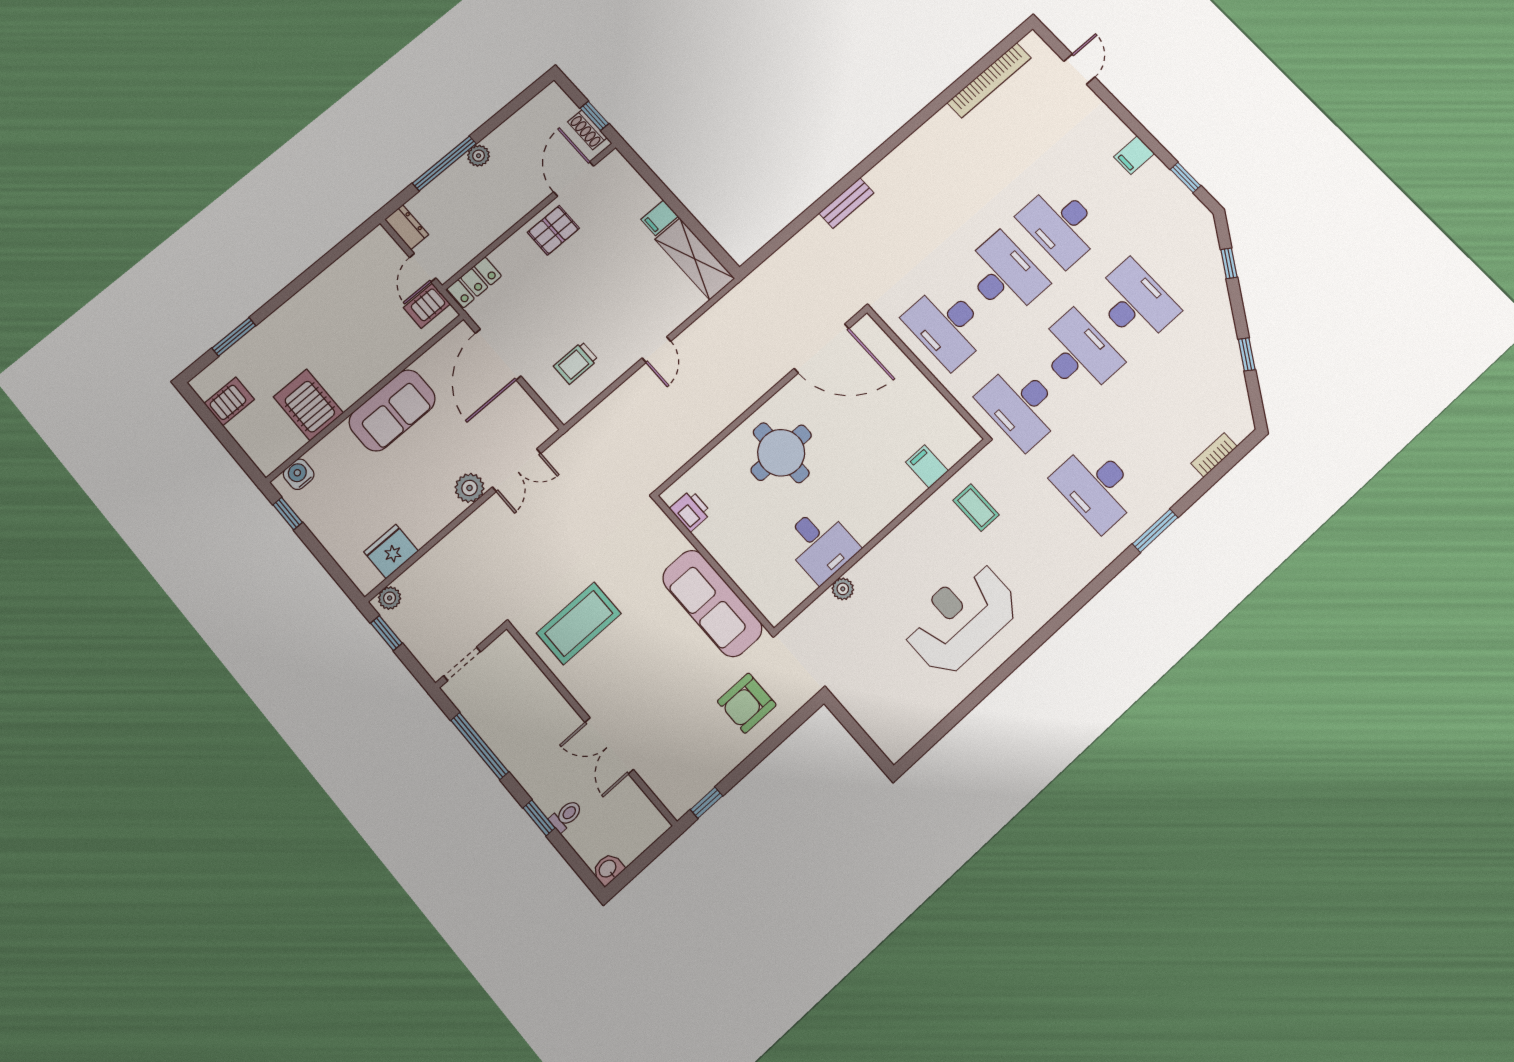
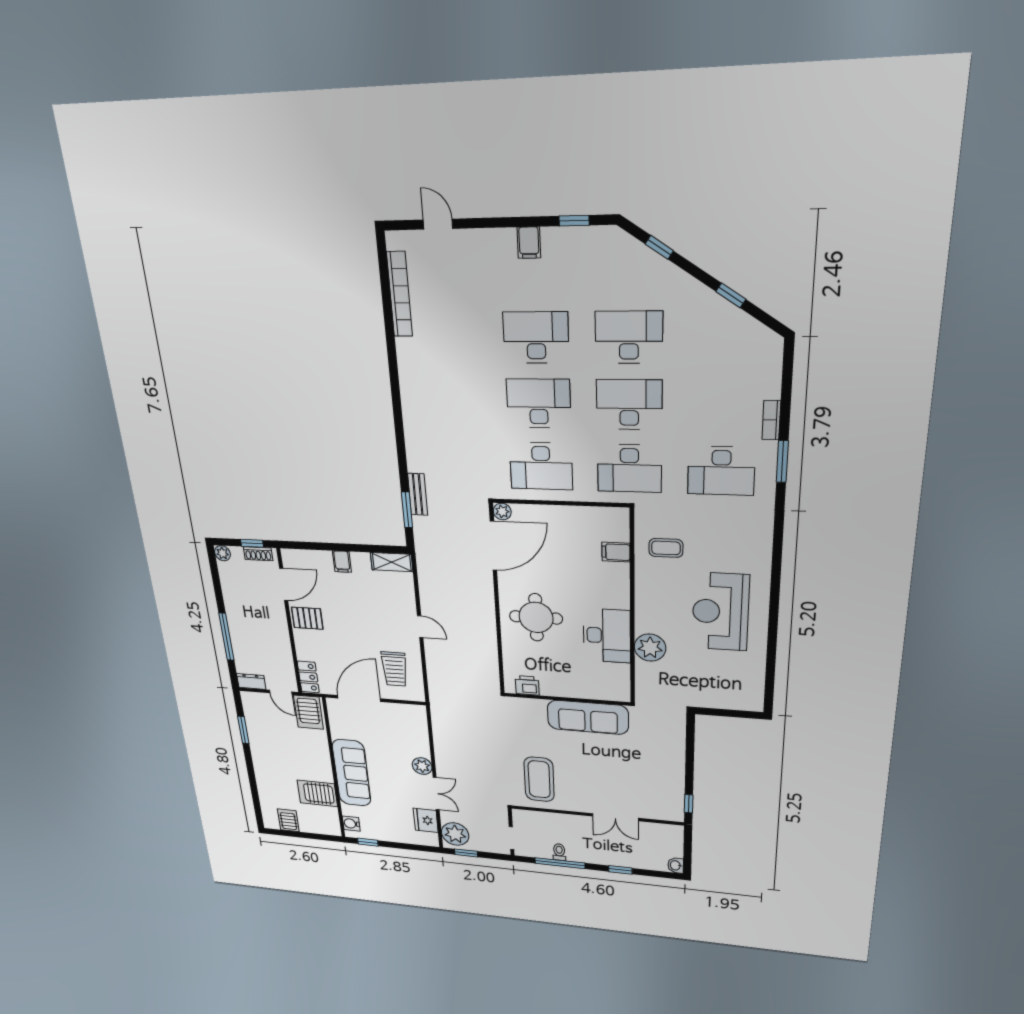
plant: (479, 156) -> (223, 553), moved
door: (574, 179) -> (284, 584), swing flipped
bench: (846, 203) -> (418, 494), moved
desk: (1061, 225) -> (536, 337), turned 180
pallet: (553, 230) -> (307, 618), turned 90
window: (781, 238) -> (407, 510), added
shelving: (695, 259) -> (392, 562), width x0.67, depth x0.75
server rack: (427, 306) -> (308, 712), width x1.36, depth x1.44
plant: (866, 328) -> (502, 511), added
window: (234, 337) -> (243, 730), moved
door: (498, 355) -> (359, 698), swing flipped
trolley: (576, 363) -> (394, 669), width x1.36, depth x1.39
sofa: (392, 410) -> (352, 773), width x1.36
bookcase: (1214, 455) -> (771, 420), moved
double door: (517, 470) -> (436, 794), moved
desk: (820, 544) -> (607, 636), width x1.37
plant: (843, 589) -> (650, 648), width x1.88, depth x1.88
plant: (390, 598) -> (455, 834), width x1.87, depth x1.87
armchair: (747, 703) -> (657, 746), removed
toilet: (566, 816) -> (559, 852), moved

